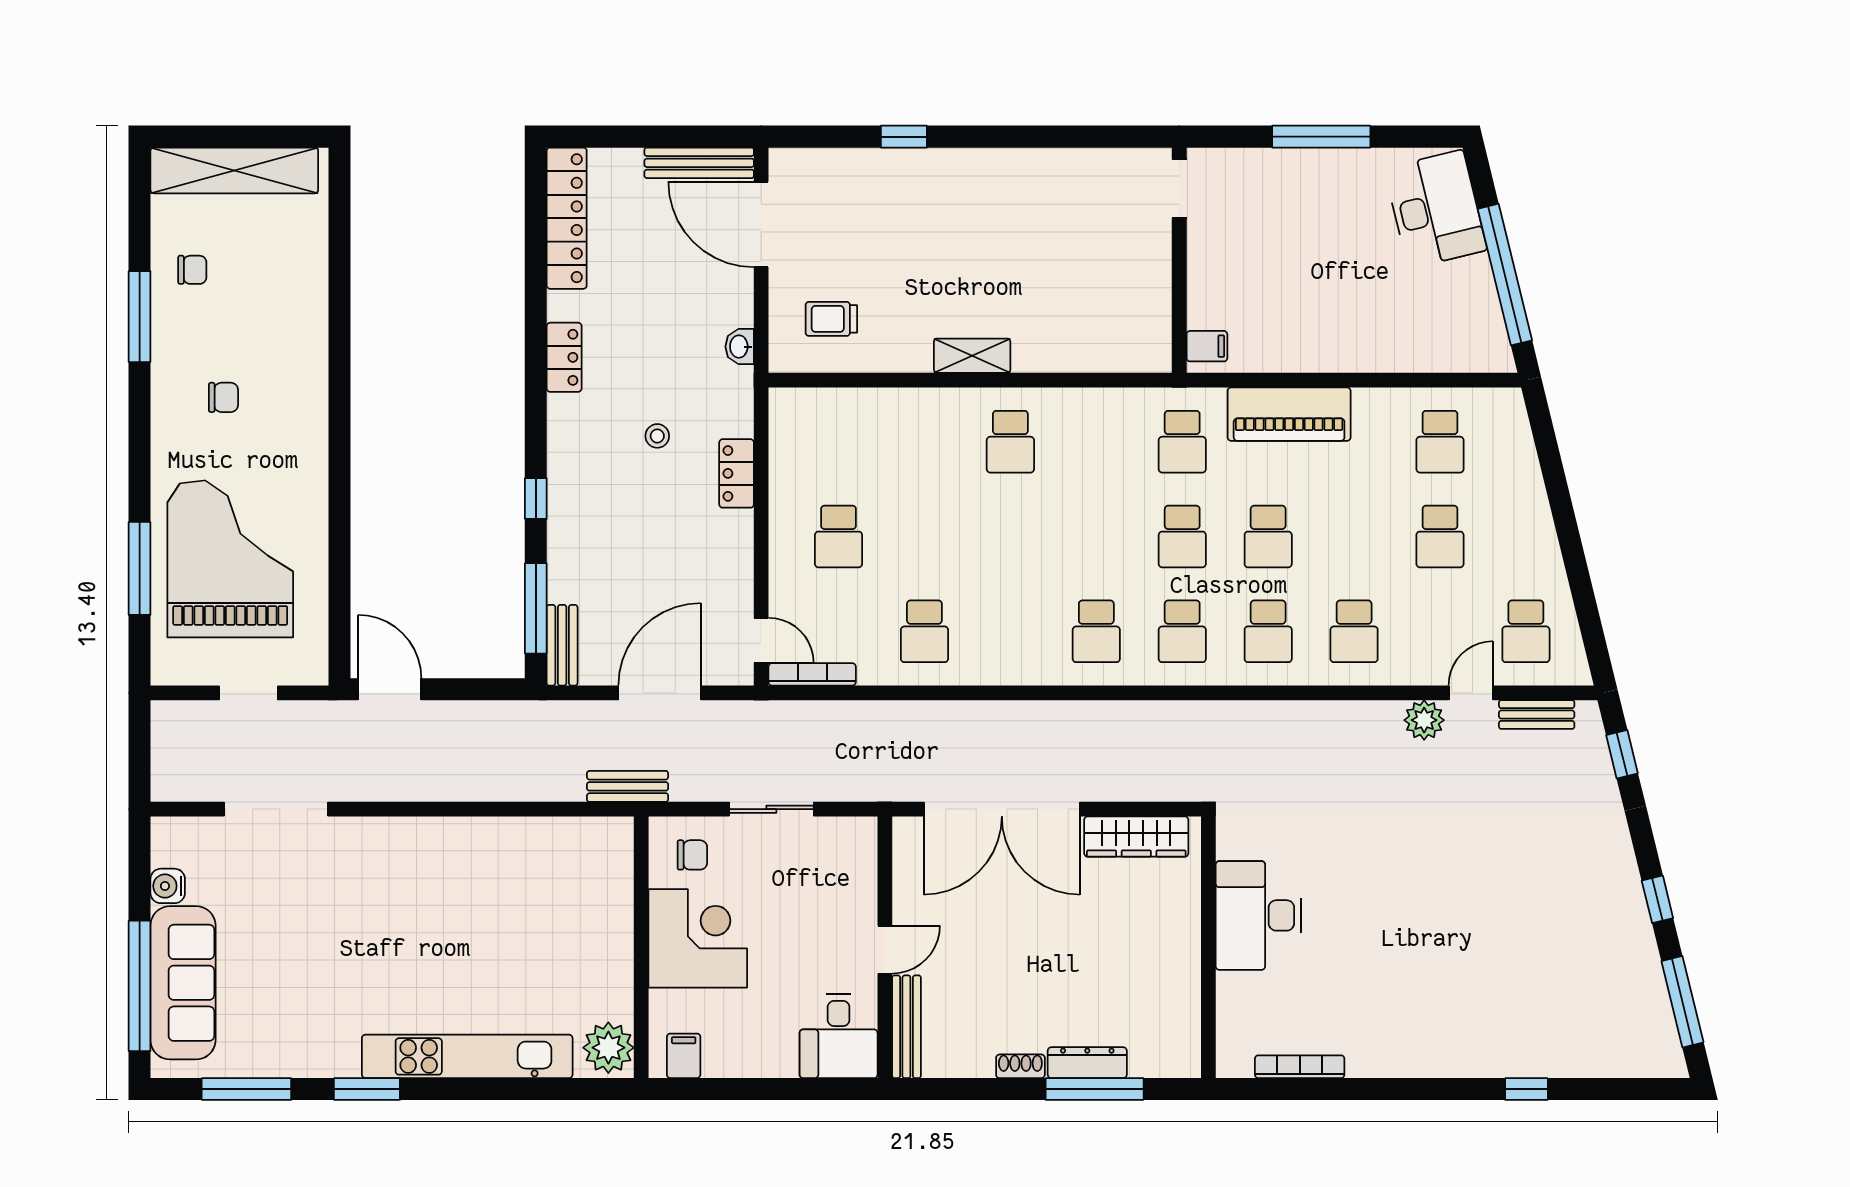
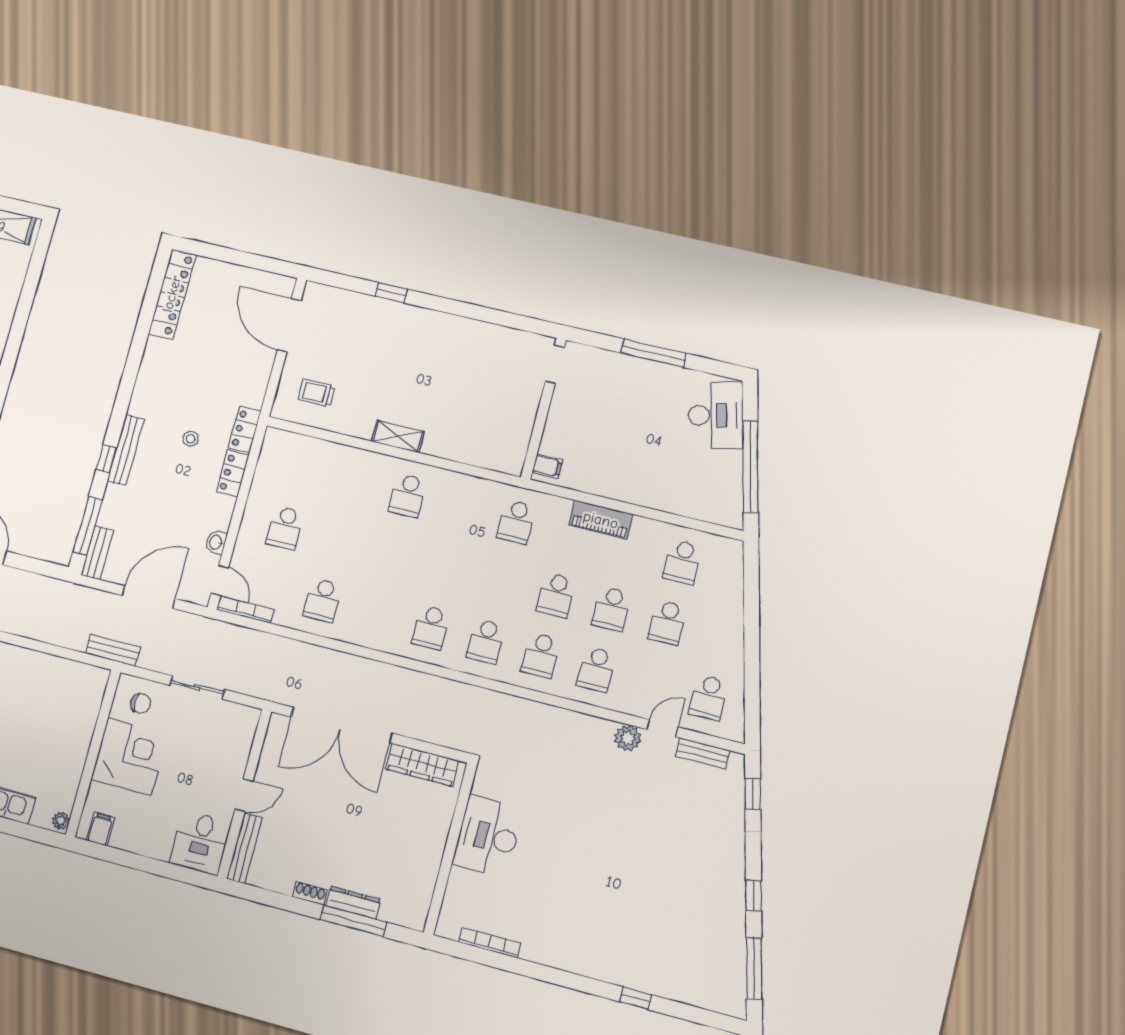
bench: (699, 163) -> (126, 450), moved, turned 90
washbasin: (740, 347) -> (216, 542), moved
locker: (564, 357) -> (245, 430), moved, turned 180
piano: (1289, 414) -> (601, 520), width x0.73, depth x0.75
school desk: (1182, 536) -> (611, 609), moved
plant: (608, 1048) -> (61, 821), width x0.53, depth x0.53

